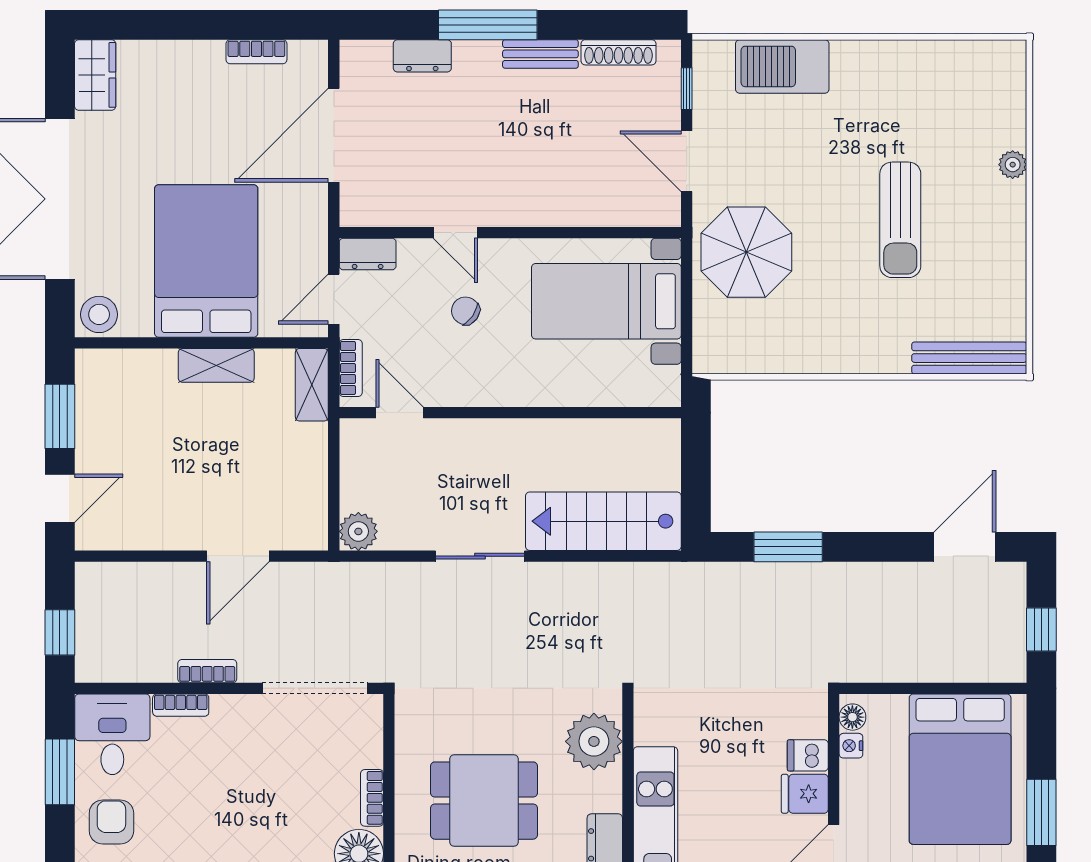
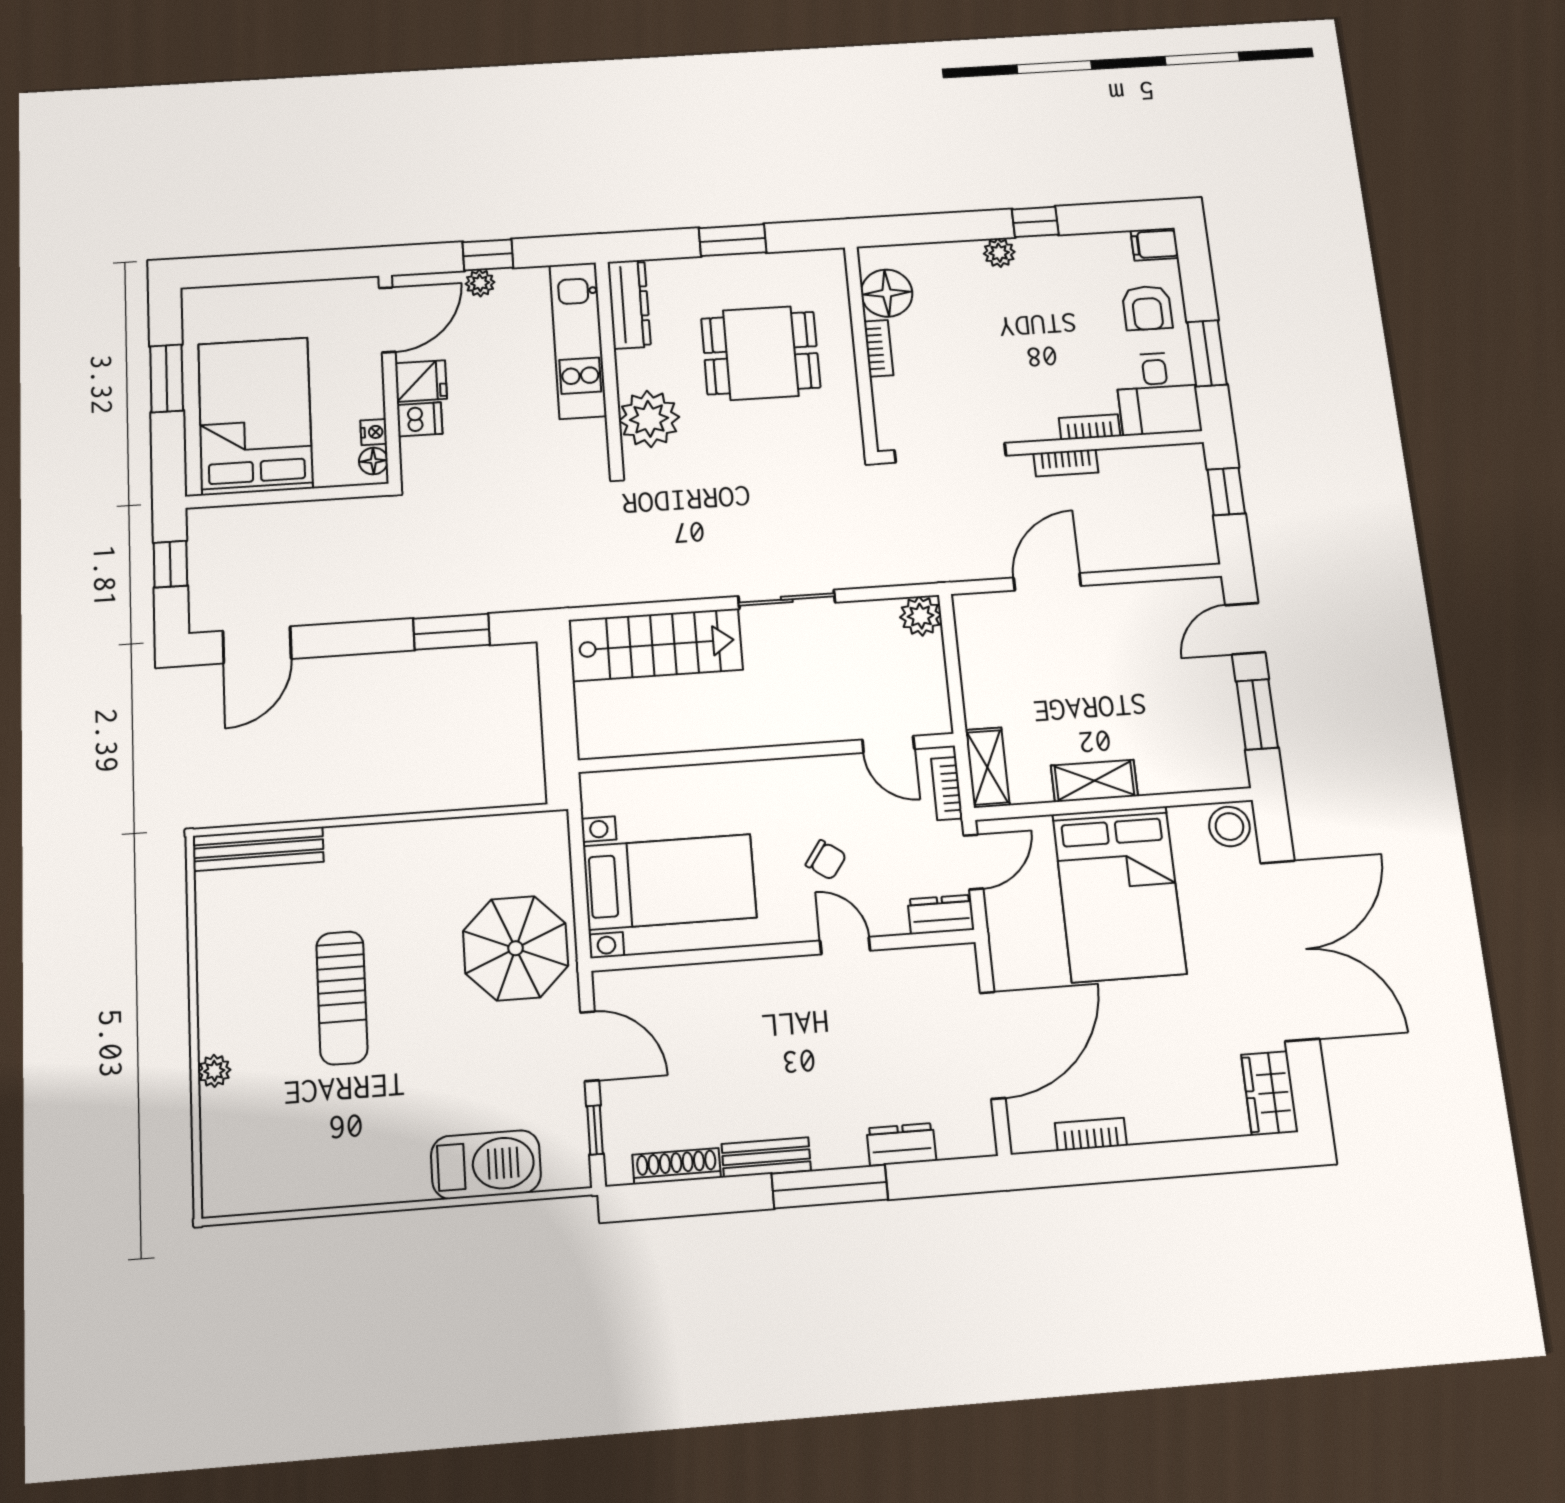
sun lounger: (900, 220) -> (342, 998), turned 180

